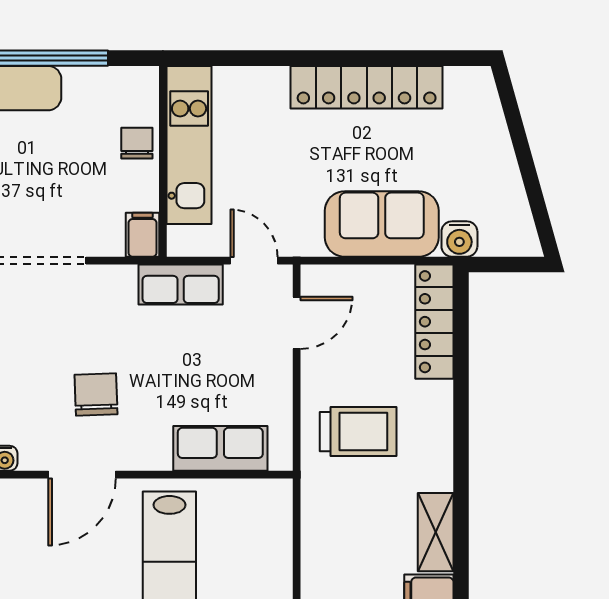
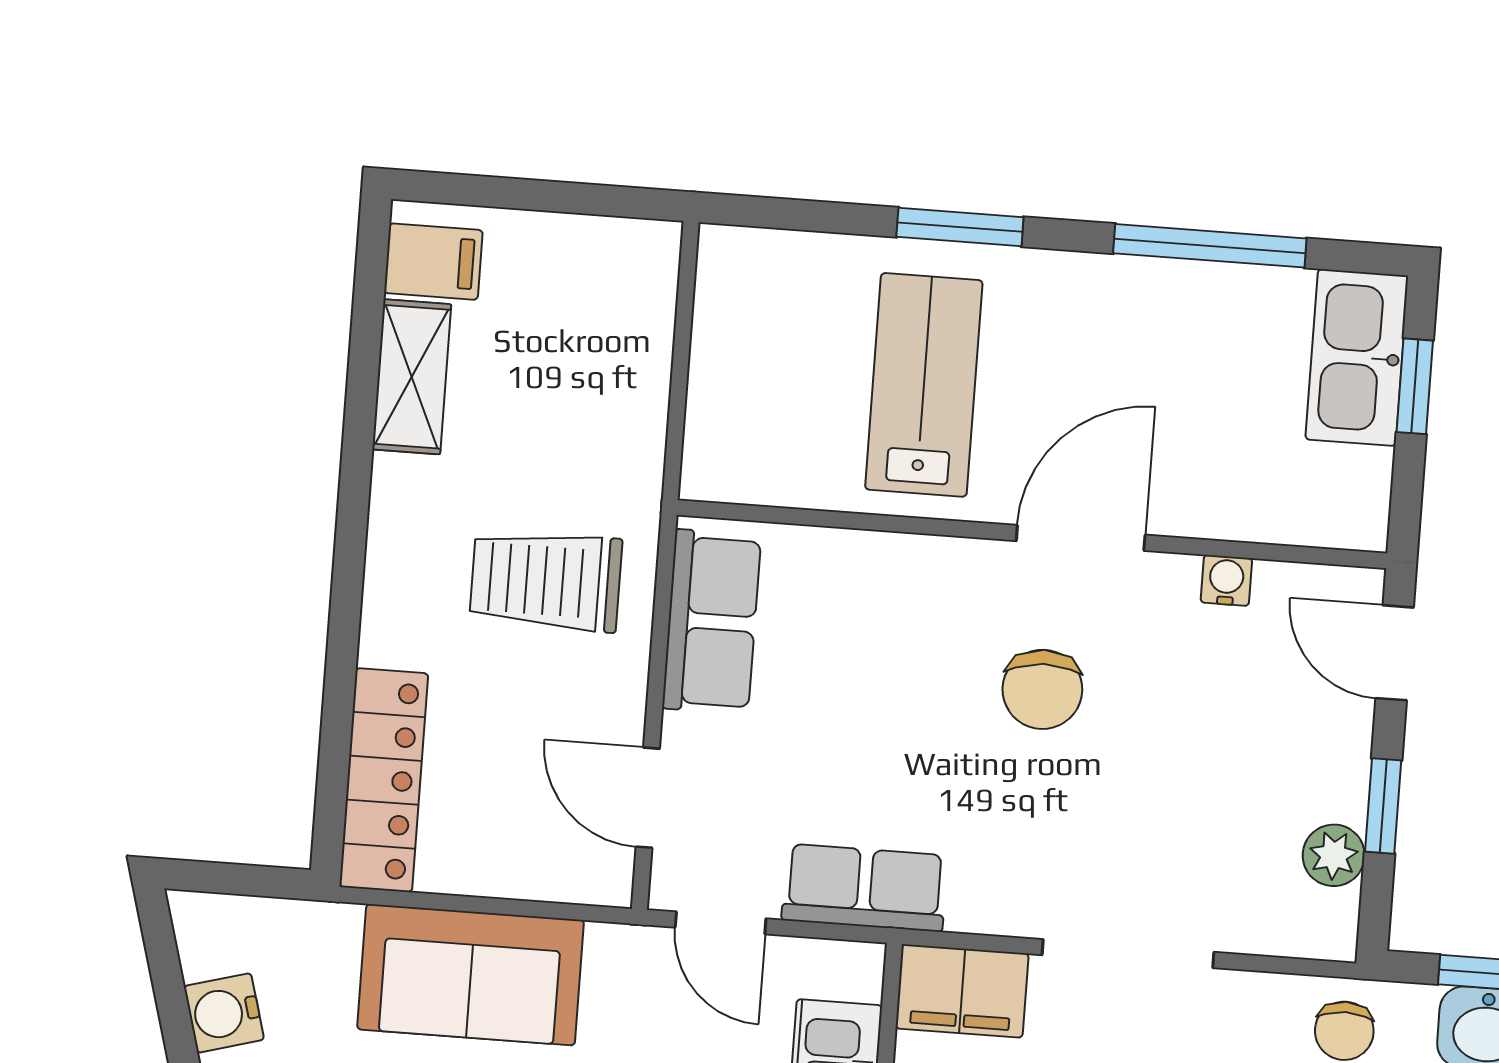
filing cabinet: (143, 235) -> (962, 991), width x2.00
water cooler: (459, 239) -> (224, 1013), moved, turned -106
door: (297, 323) -> (648, 798), hinge flipped
row of seats: (220, 448) -> (712, 622), moved, turned -90

